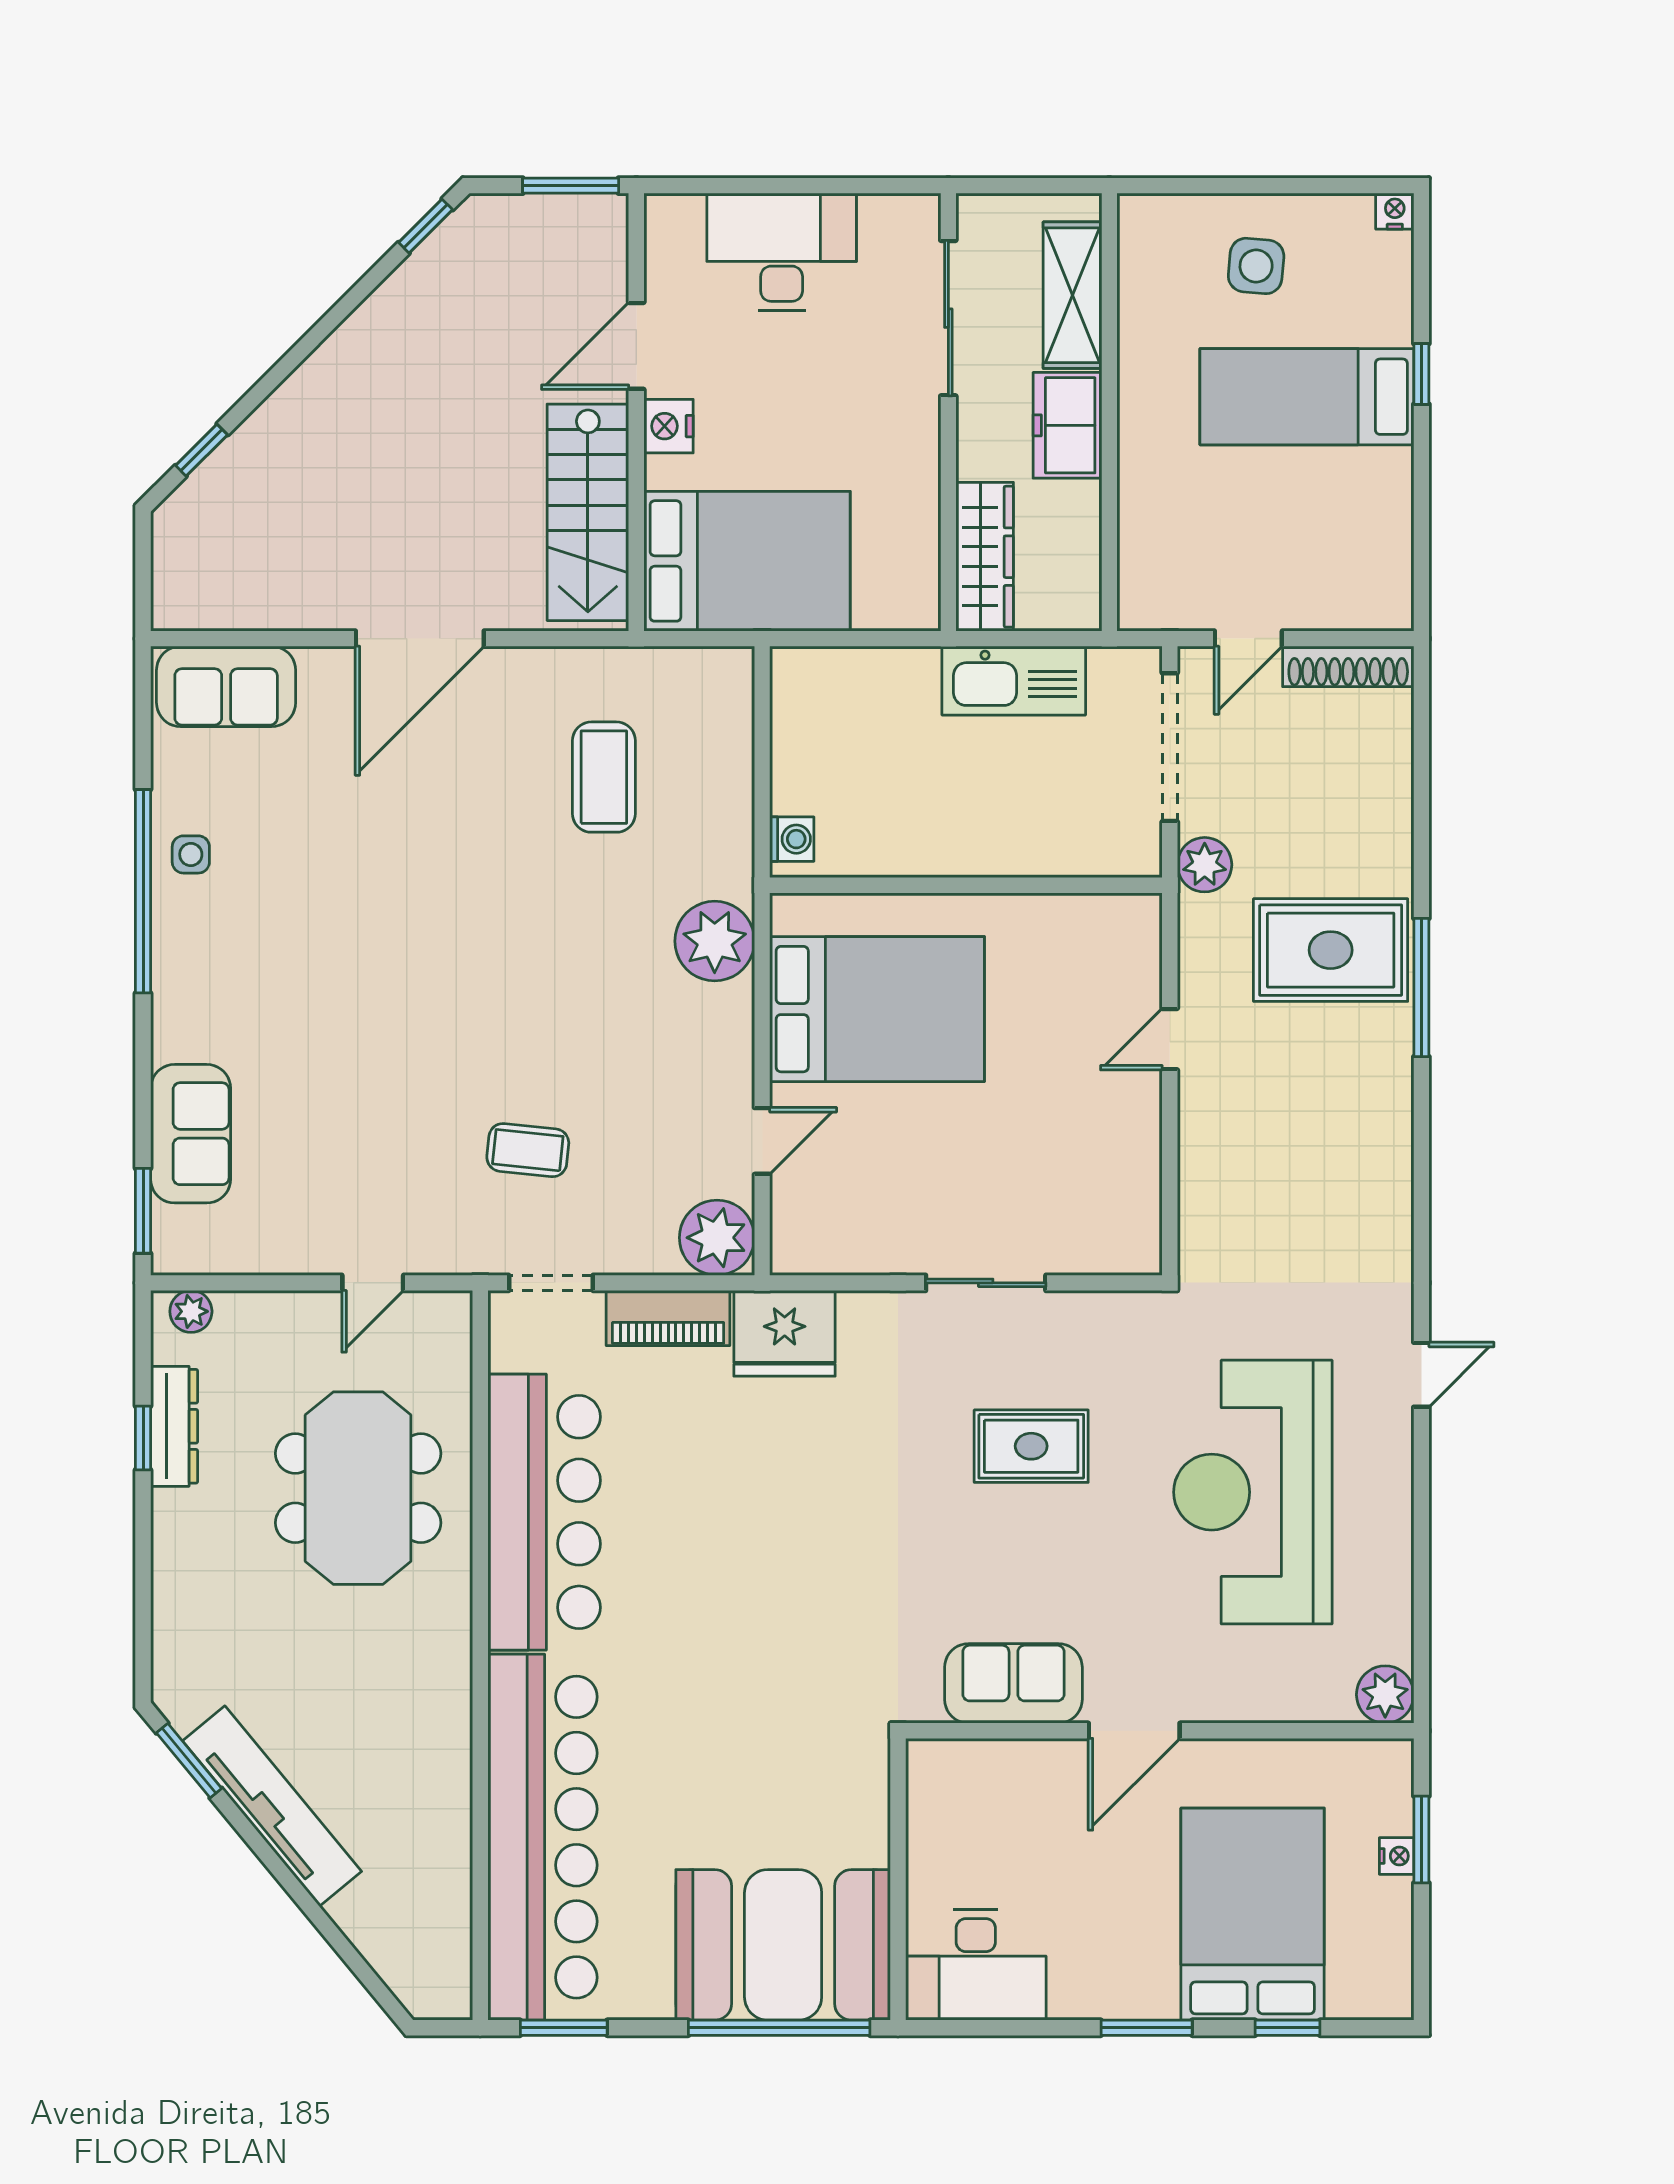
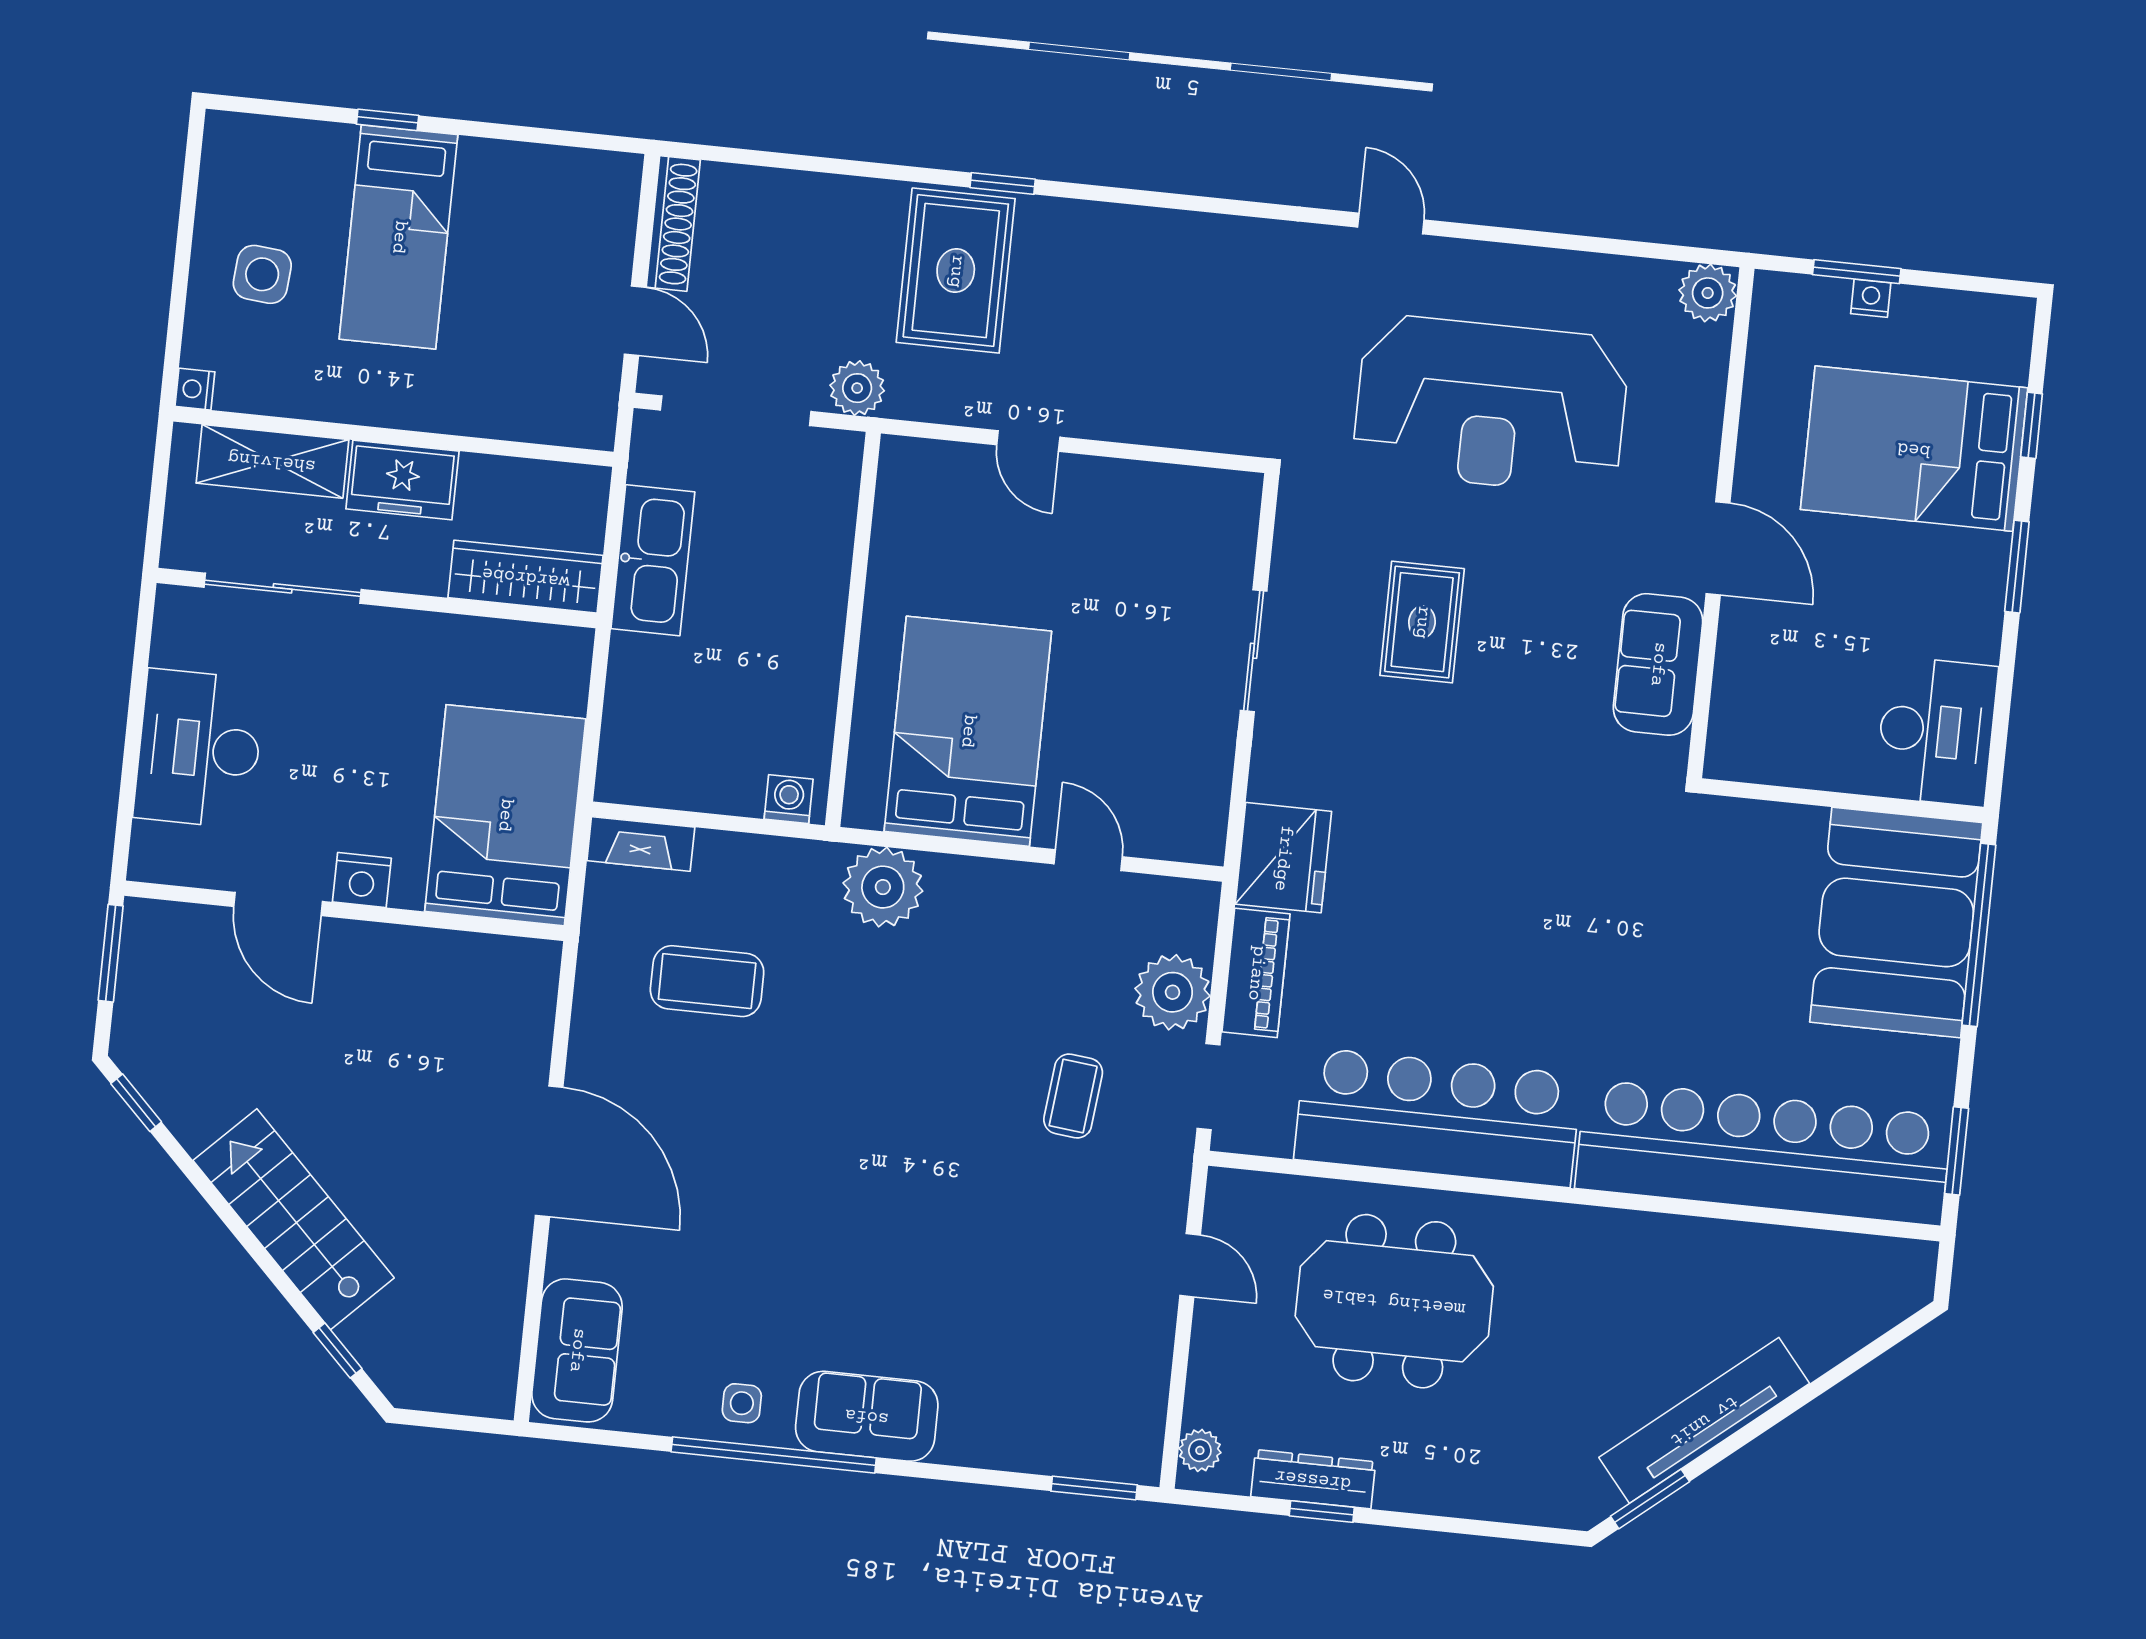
nightstand: (1395, 211) -> (195, 389), moved
stairs: (588, 512) -> (294, 1219), moved, turned -135
fireplace: (733, 698) -> (641, 844), added
window: (1421, 988) -> (1003, 183), width x0.46
sofa: (191, 1134) -> (867, 1416), moved
plant: (717, 1238) -> (1173, 992), moved

